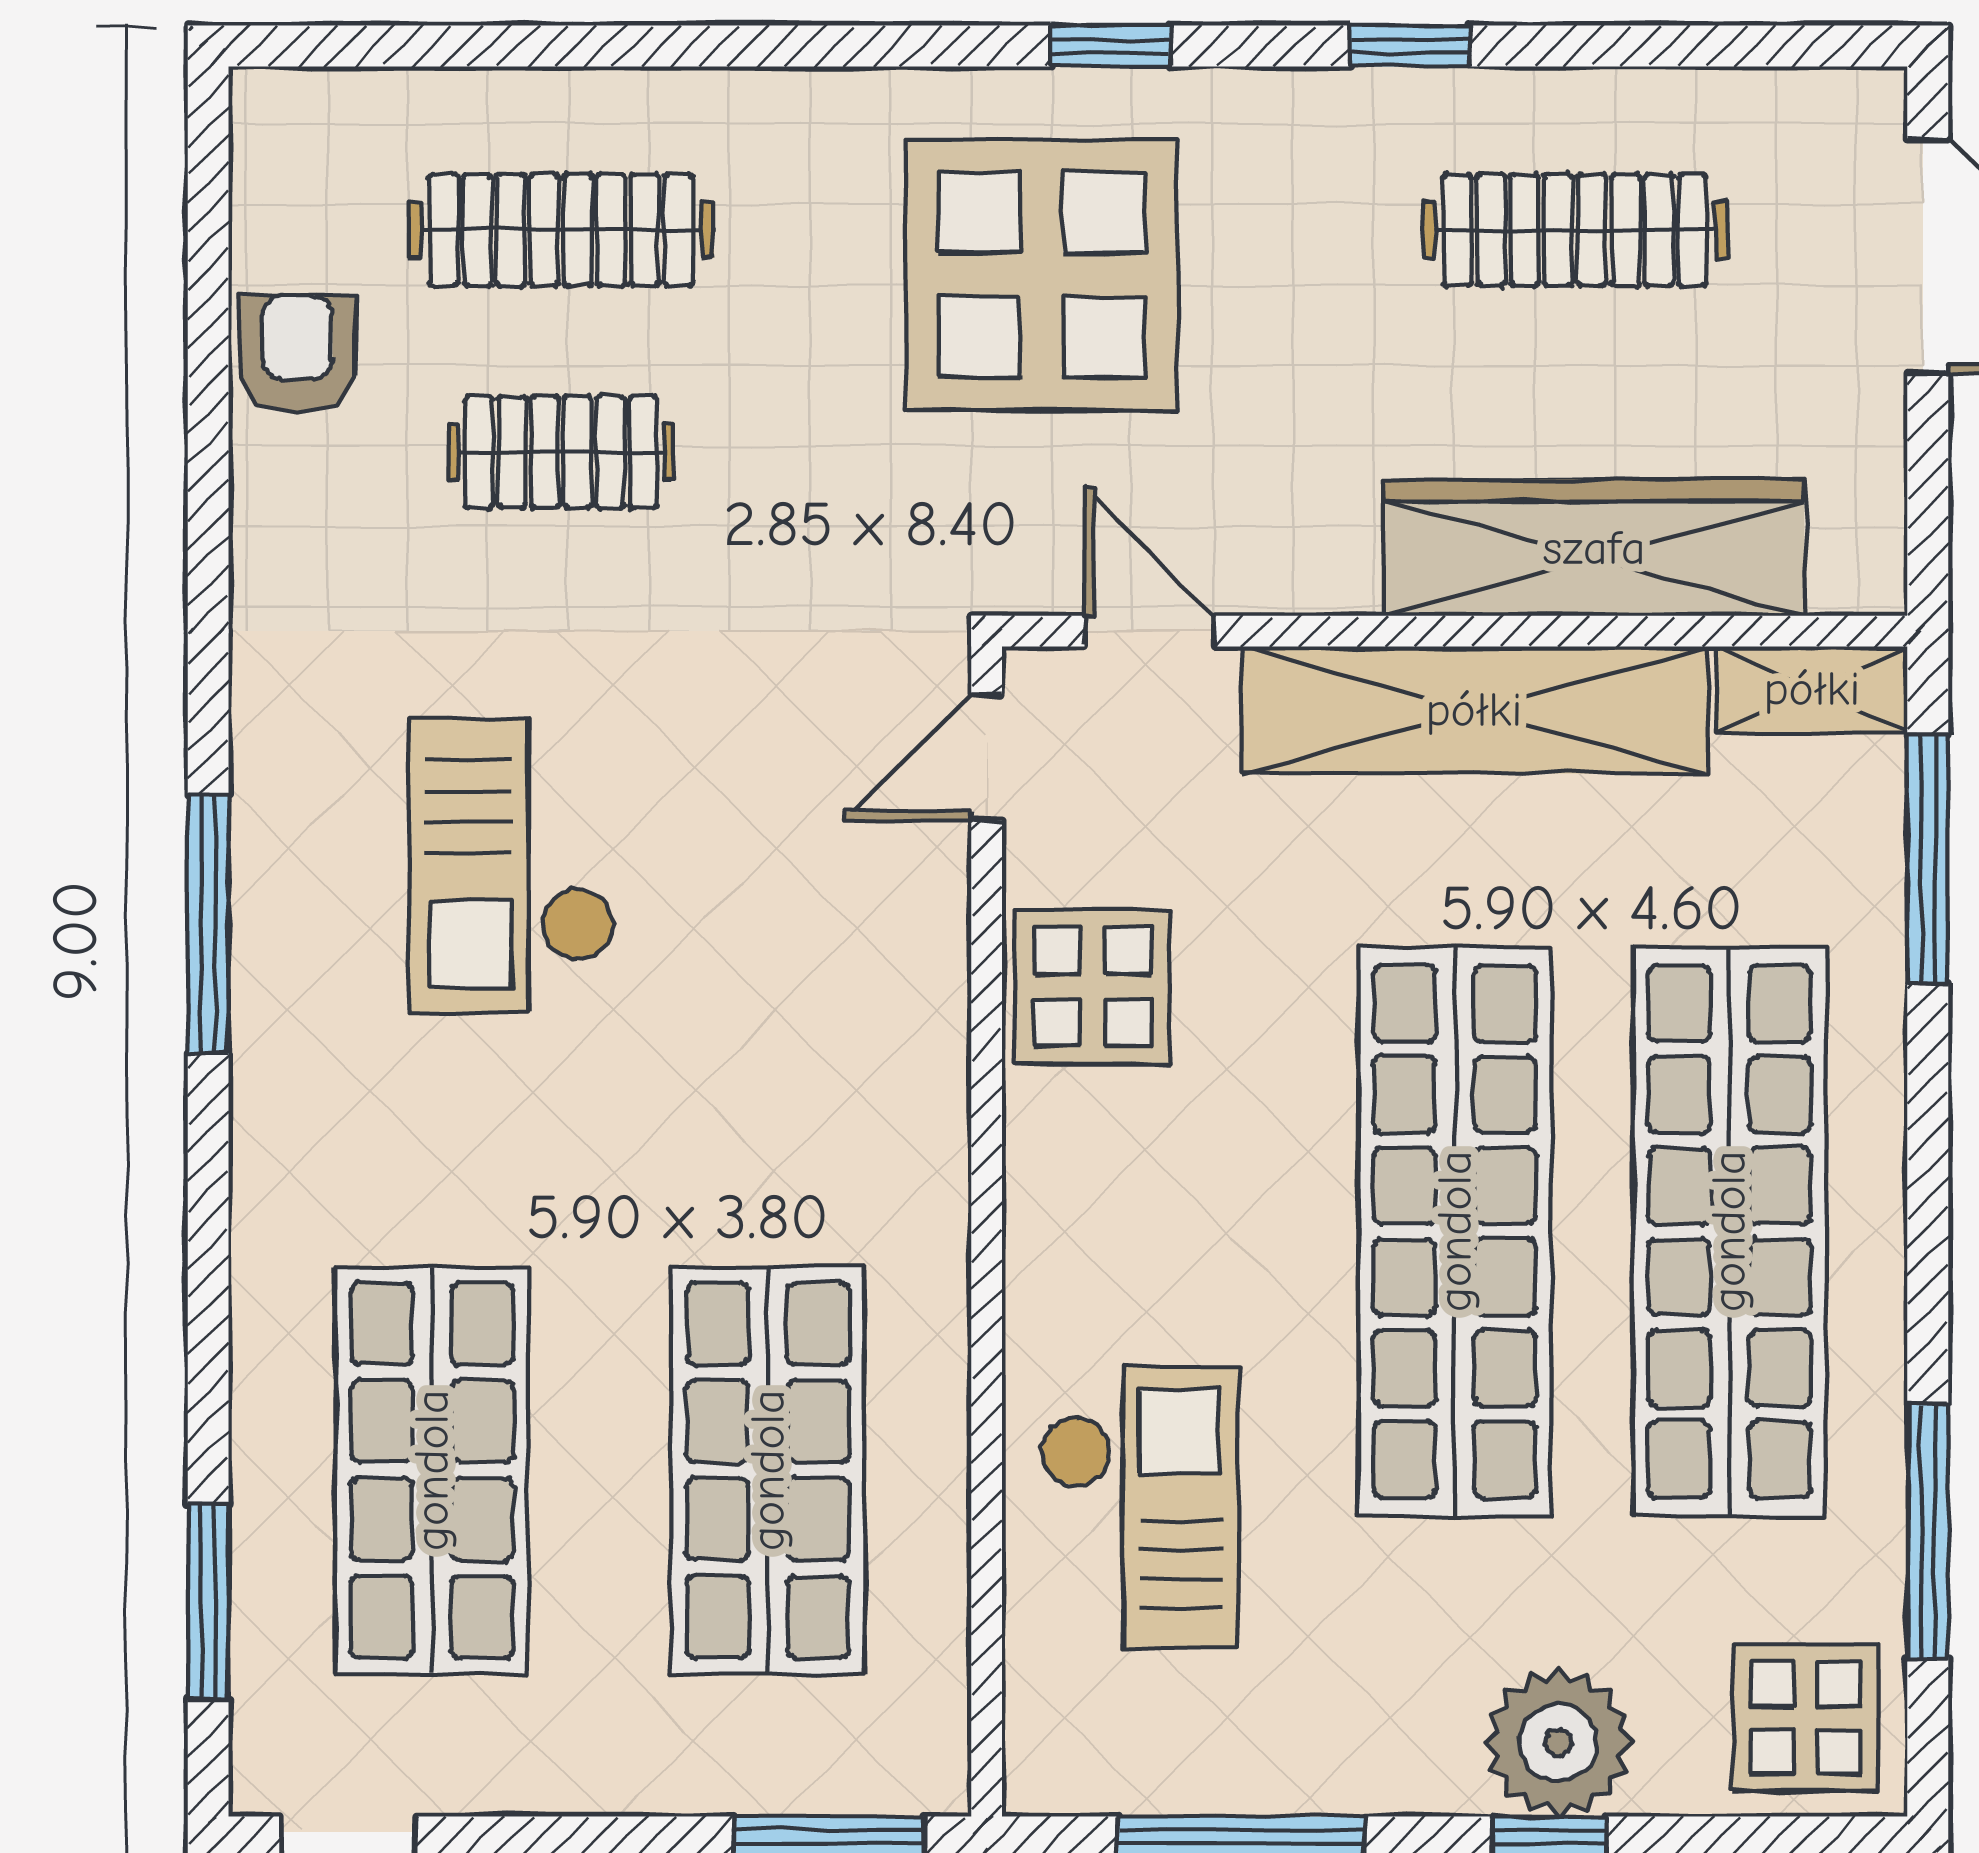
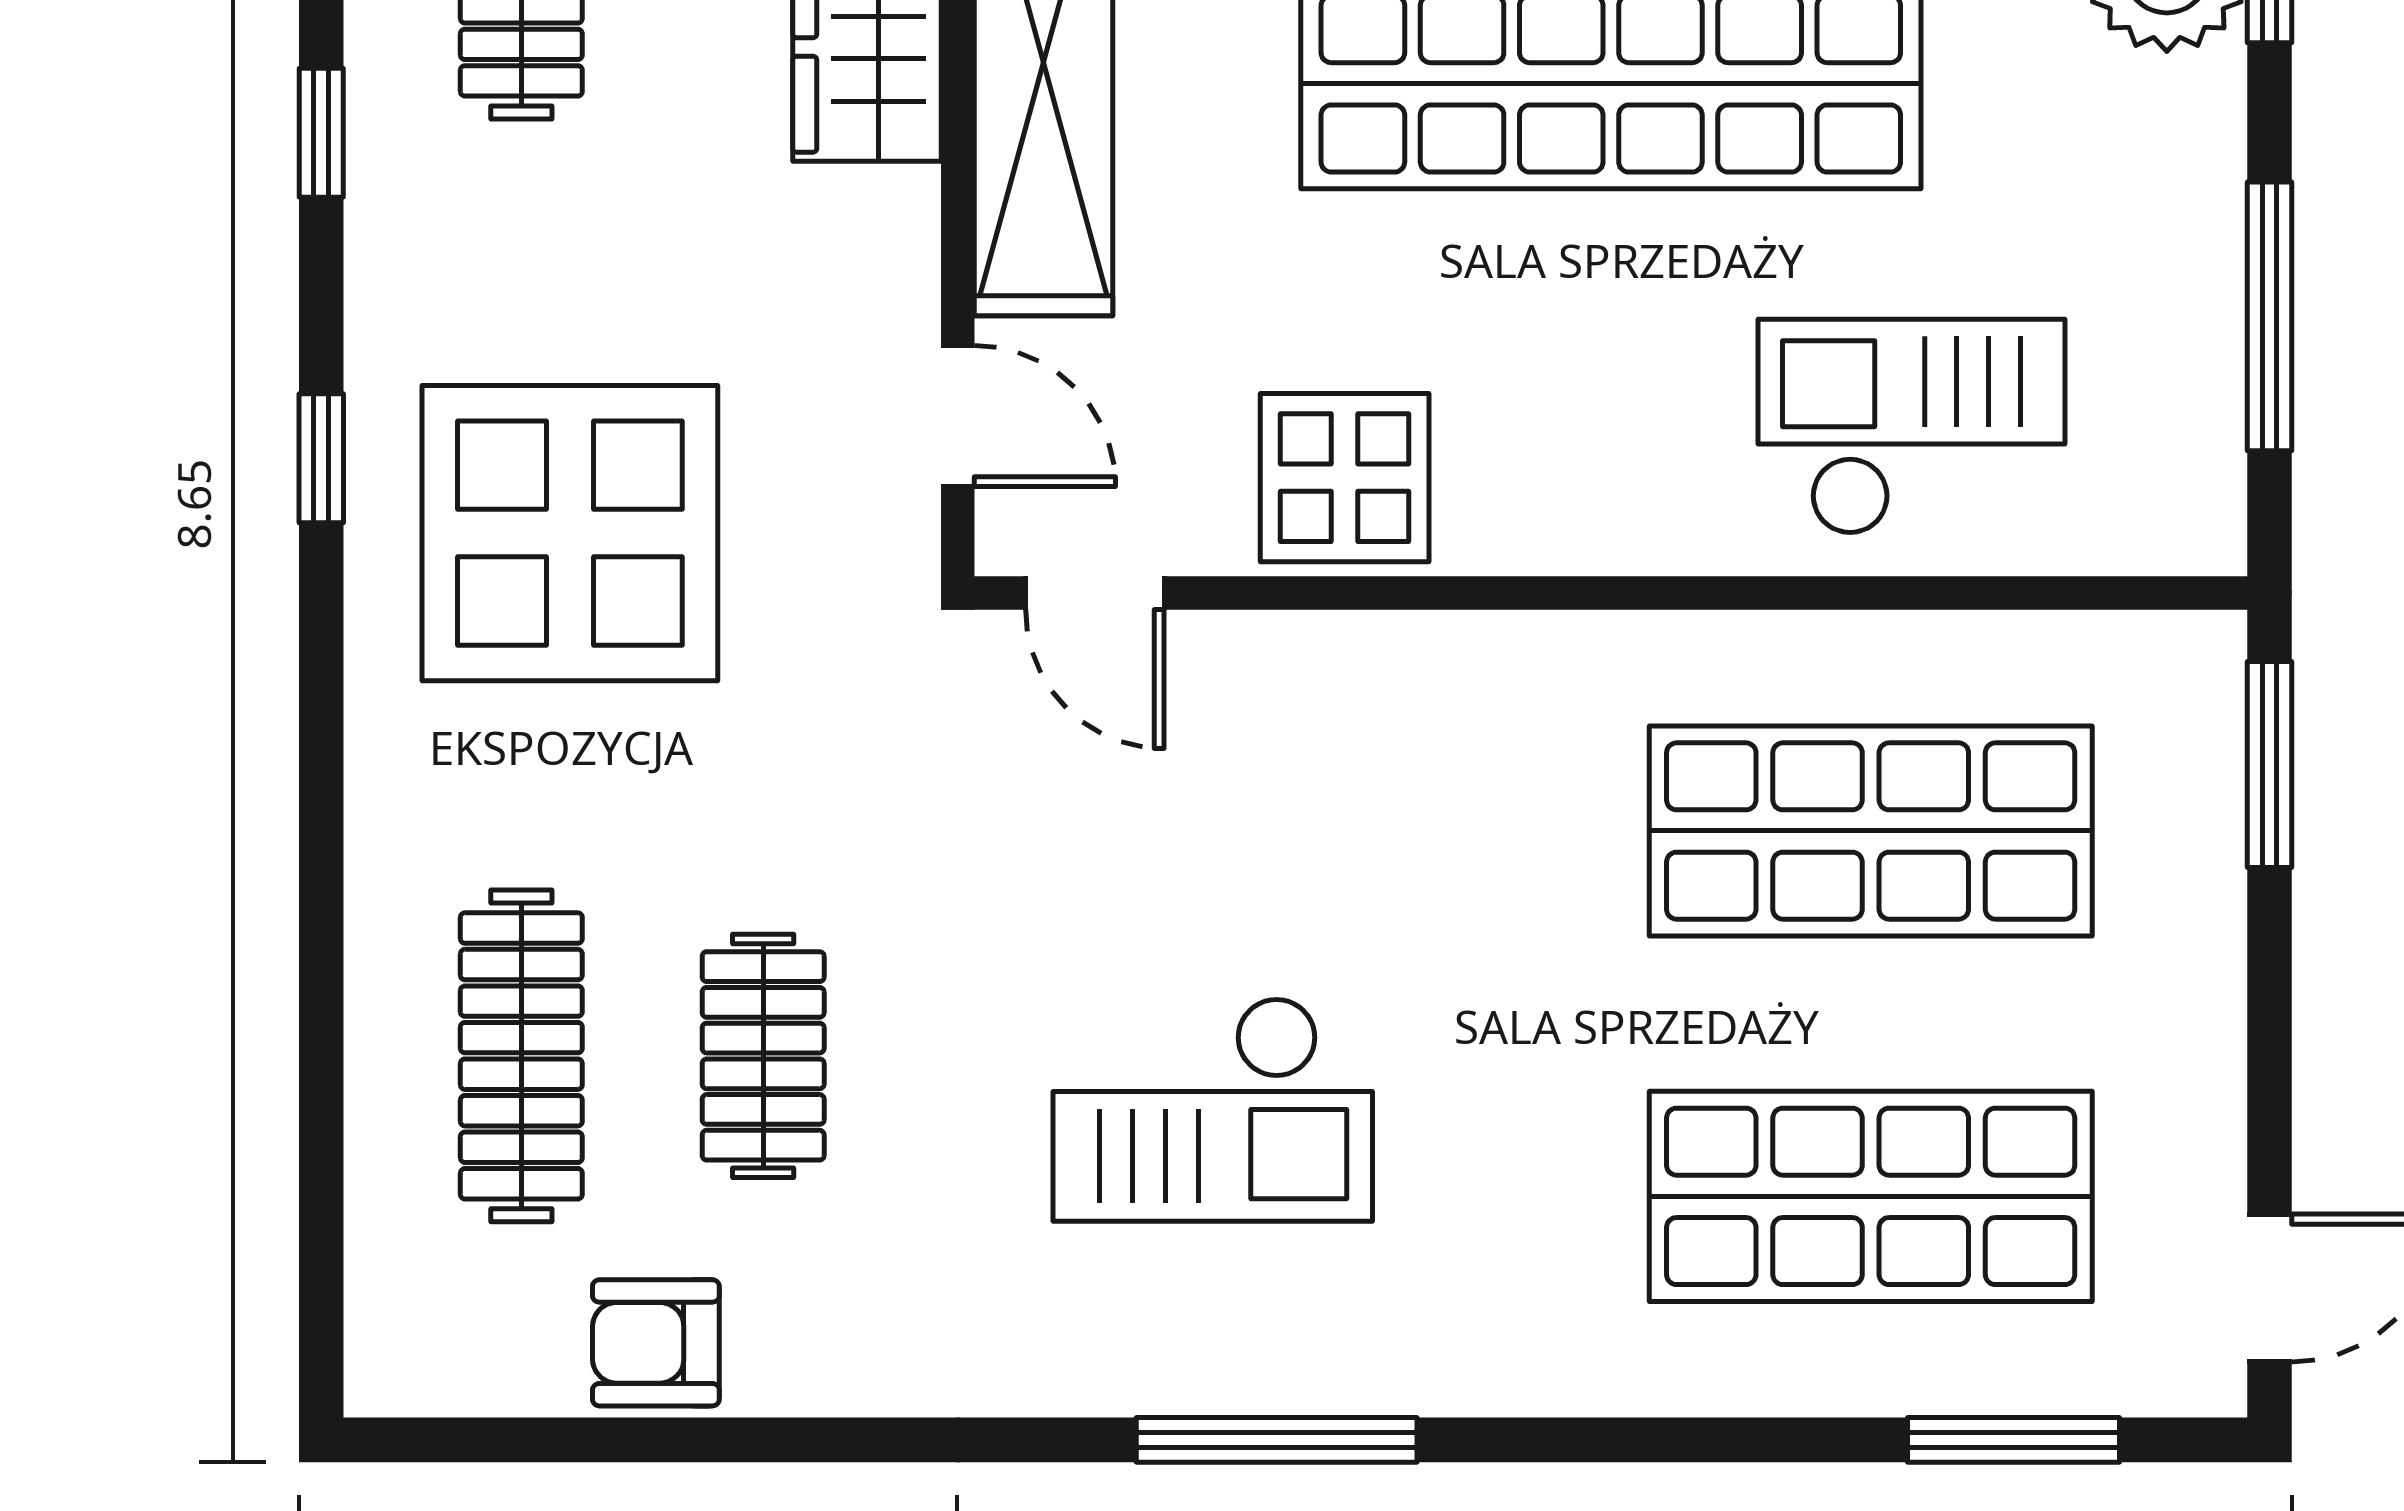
door: (1149, 631) -> (958, 416), swing flipped

